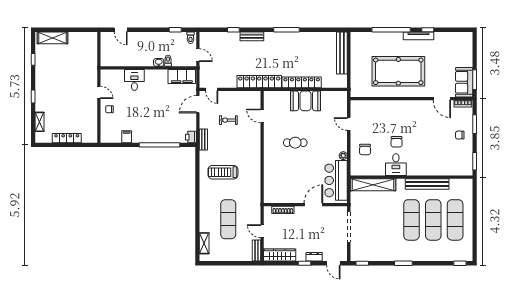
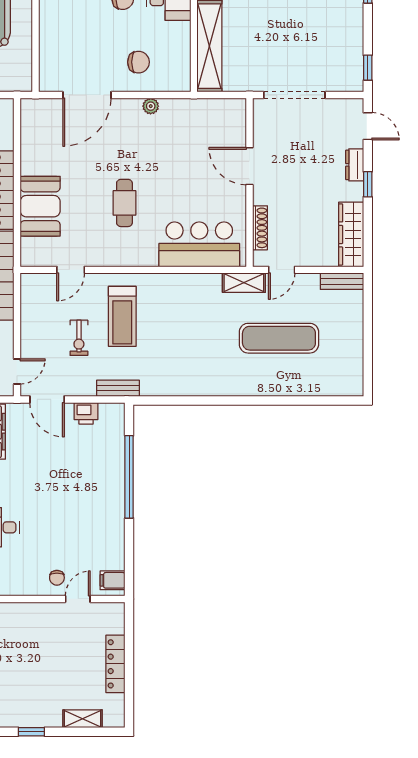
door: (99, 92) -> (78, 599), moved
booth: (306, 101) -> (40, 206), moved
door: (349, 124) -> (87, 95), width x1.87
filing cabinet: (127, 137) -> (113, 580), moved
printer: (191, 137) -> (86, 413), moved
treadmill: (223, 172) -> (122, 316), moved
bar counter: (336, 180) -> (199, 244), moved, turned 180
door: (262, 231) -> (282, 270), moved
shelving: (204, 243) -> (244, 283), moved
door: (333, 263) -> (368, 126), hinge flipped

